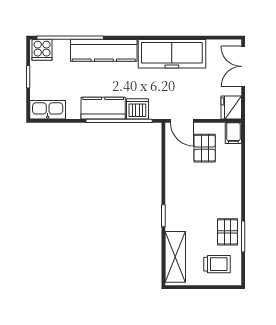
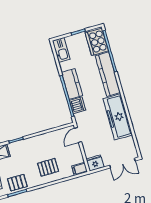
cooker: (42, 50) -> (97, 42), width x1.87, depth x1.31
double door: (243, 66) -> (122, 163), swing flipped
pallet: (205, 148) -> (48, 167), moved

